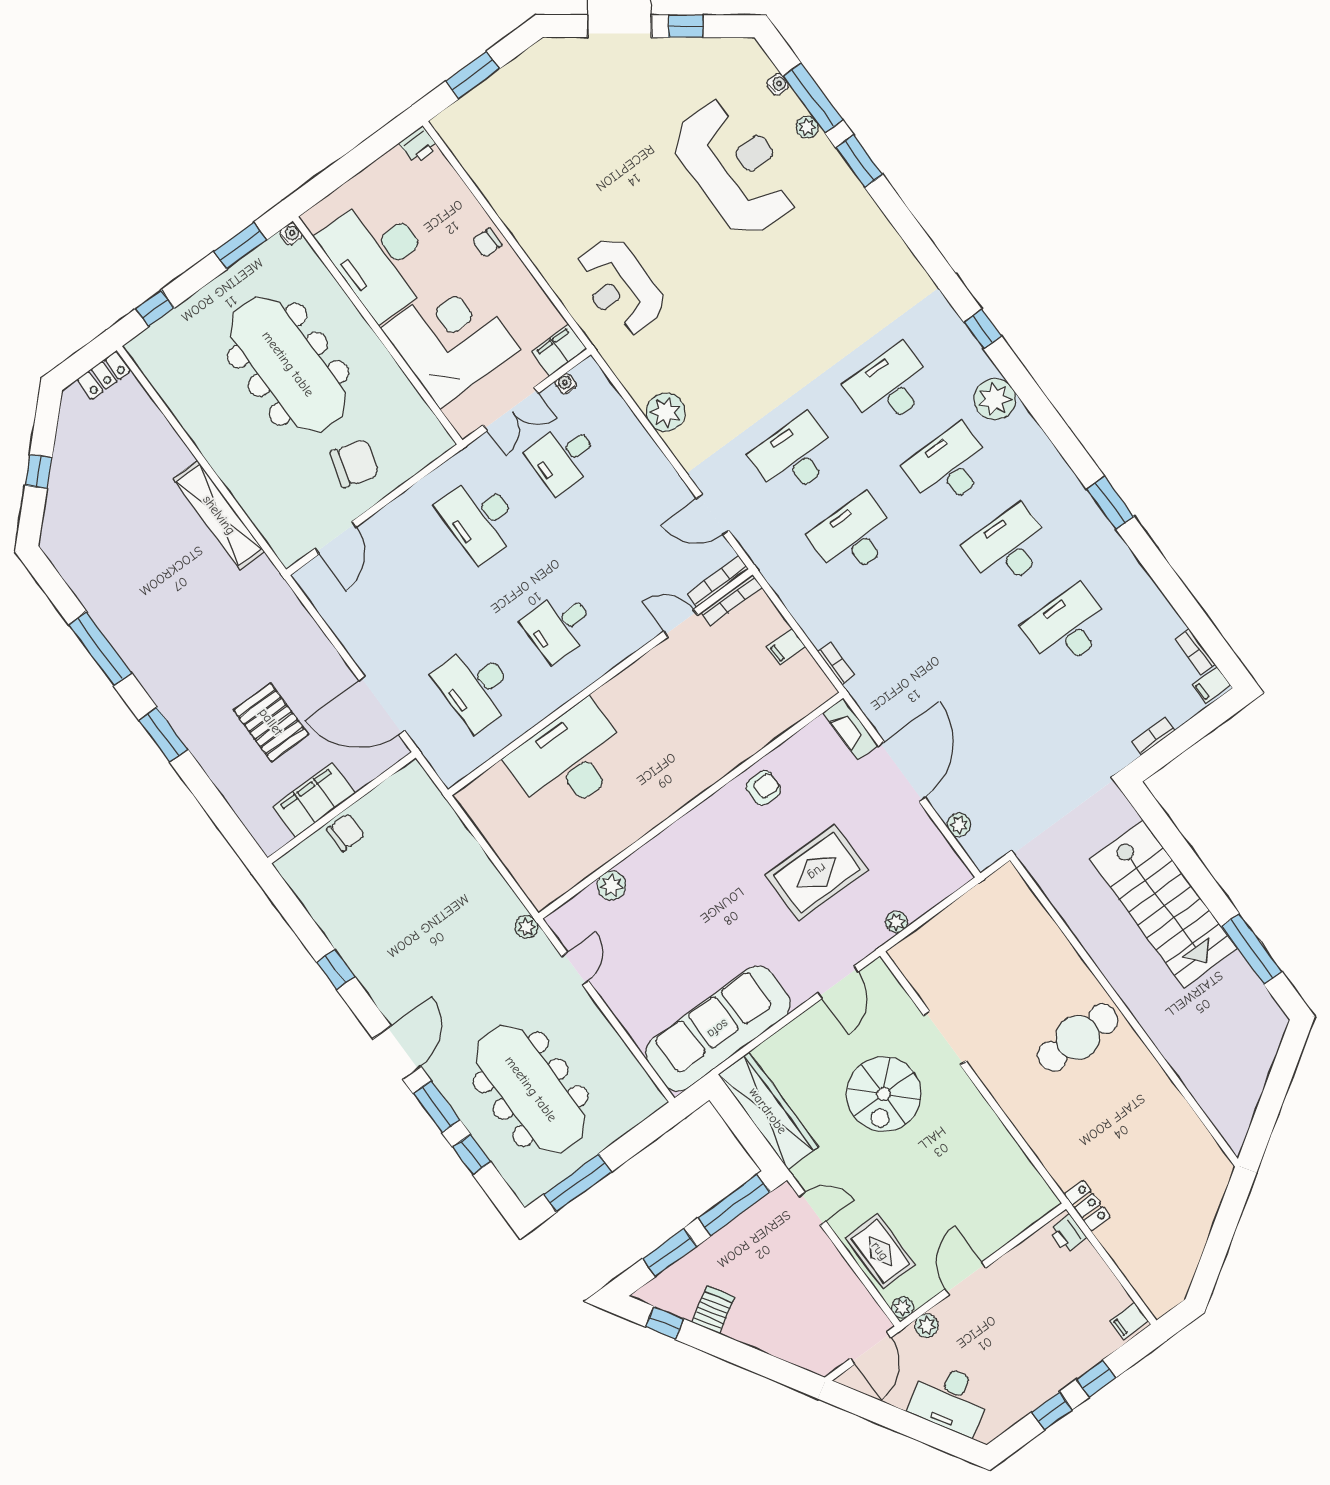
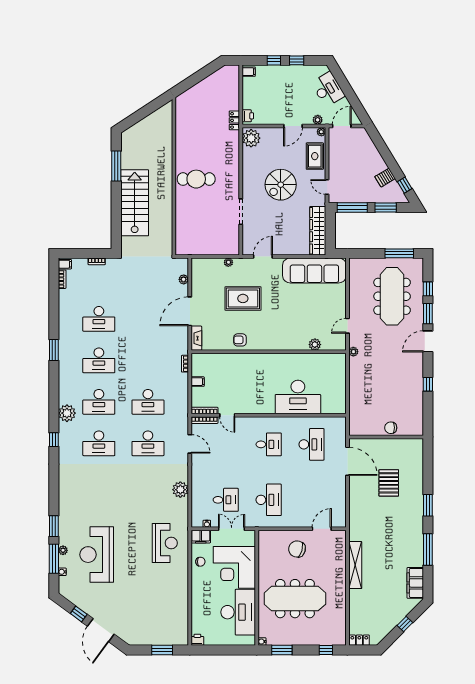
chair: (487, 243) -> (200, 562), moved
meeting table: (288, 364) -> (295, 599), turned 90
filing cabinet: (314, 800) -> (415, 583), moved, turned 90
spiral stairs: (884, 1094) -> (281, 185), moved, turned 180
plant: (1029, 1195) -> (251, 138), added

